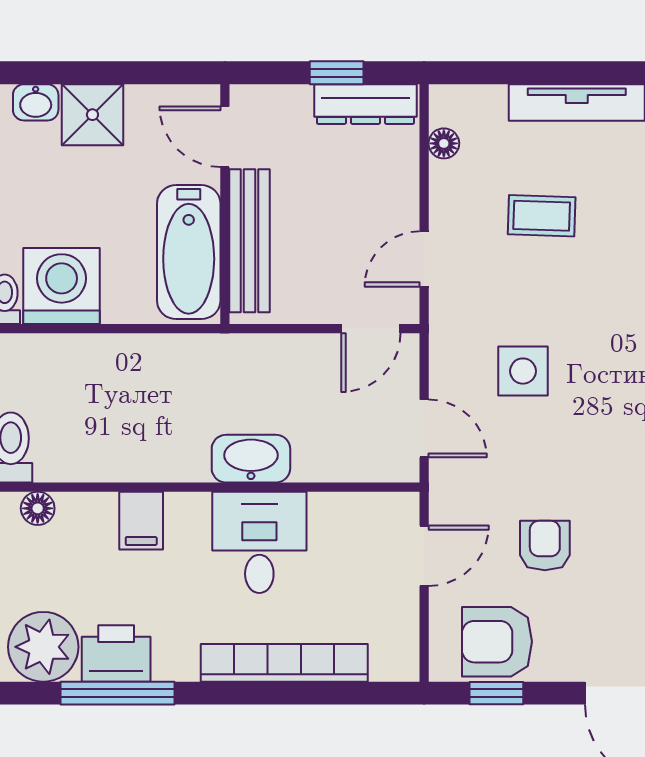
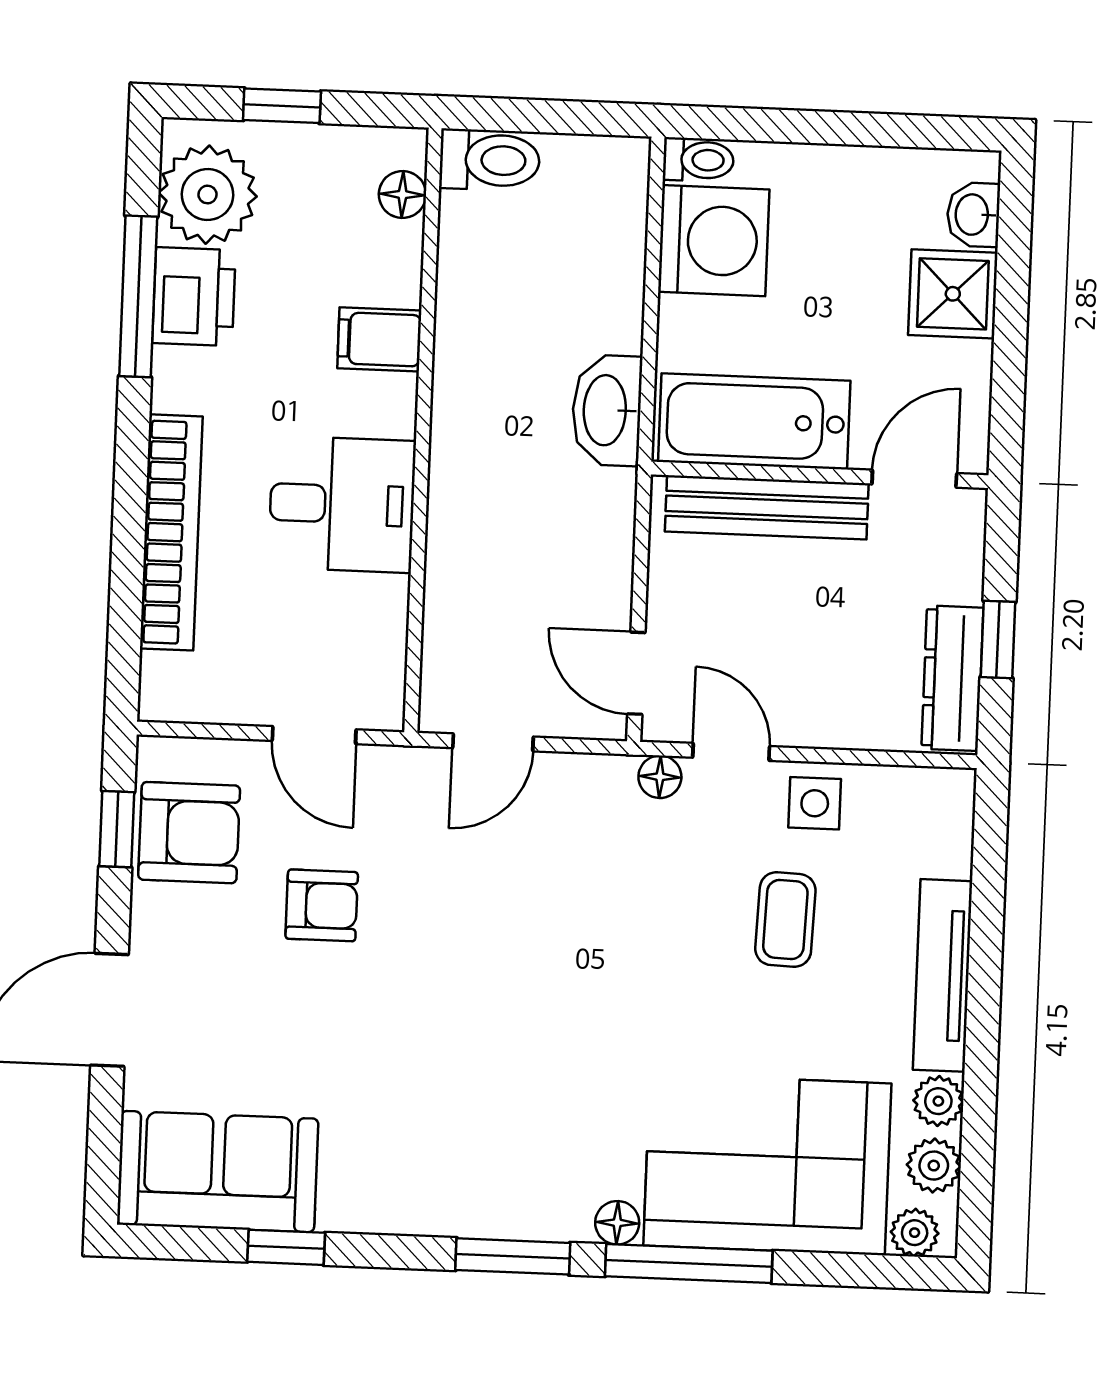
floor lamp: (444, 143) -> (660, 777), moved
side table: (523, 371) -> (815, 803), moved, width x0.73, depth x0.73
washbasin: (251, 459) -> (607, 410), moved, turned 180
armchair: (497, 642) -> (189, 833), turned 90

